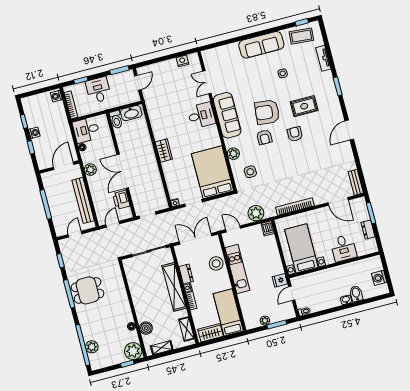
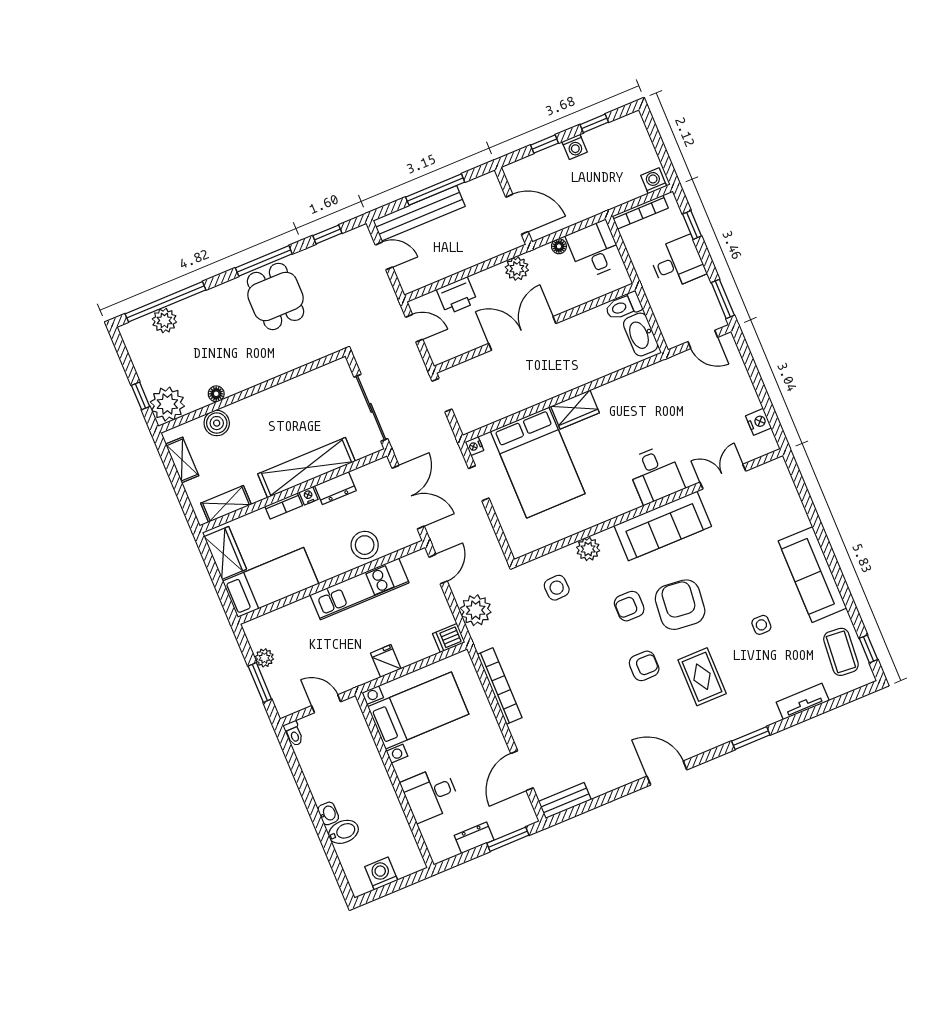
bed: (213, 172) -> (538, 463), moved, turned 90
bench: (83, 200) -> (419, 213), moved
printer: (121, 200) -> (457, 296), moved, turned 180
fridge: (280, 280) -> (386, 661), moved

